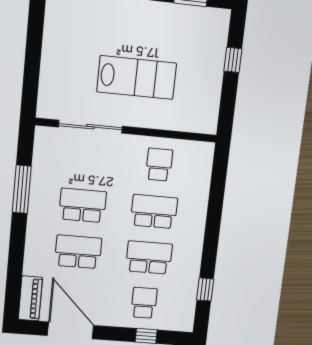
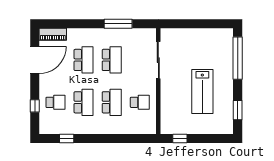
window: (233, 60) -> (180, 138), moved
lab bench: (137, 78) -> (202, 91), moved

